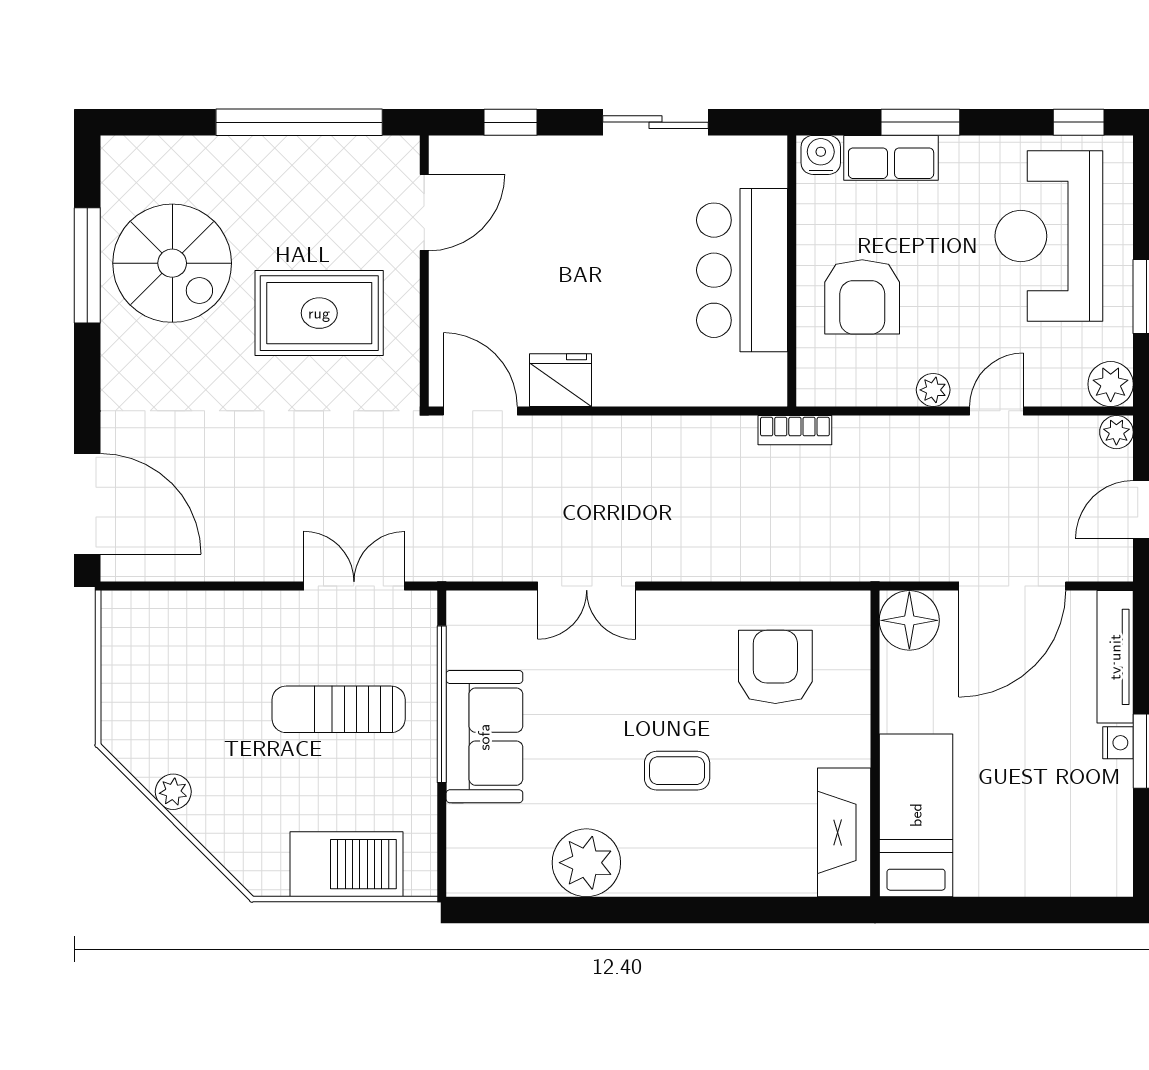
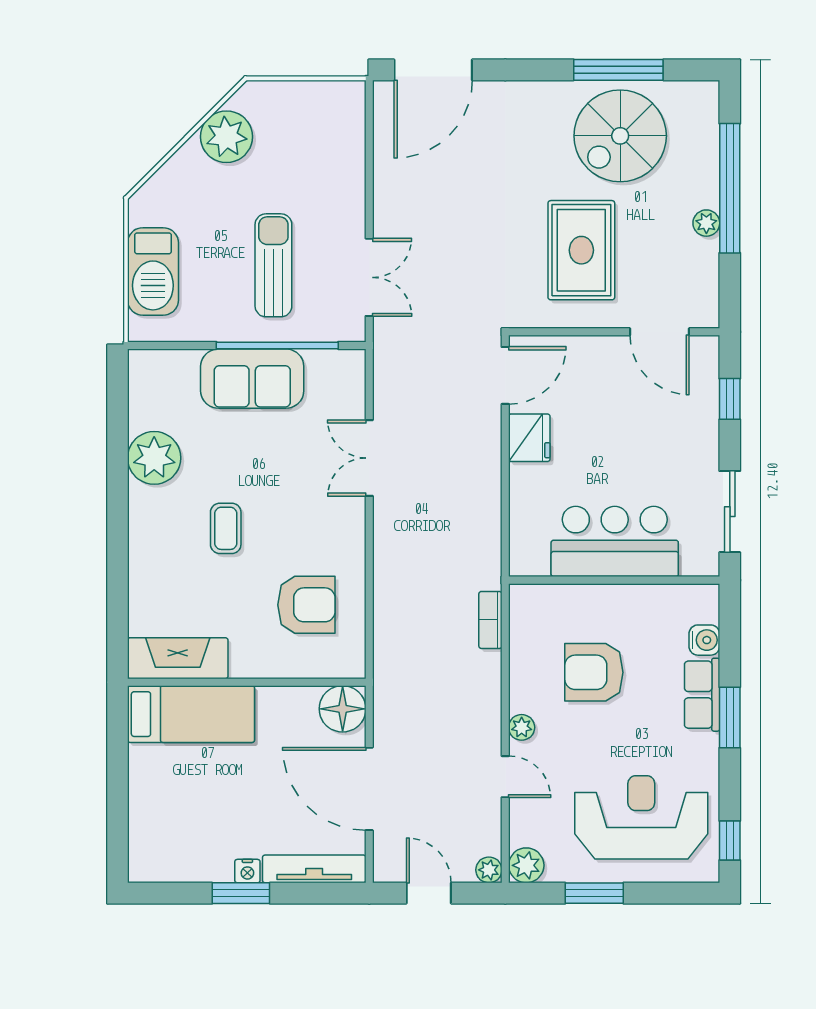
window: (299, 122) -> (730, 188), moved
plant: (284, 152) -> (706, 223), added
bar counter: (742, 270) -> (615, 541), moved
wall: (792, 271) -> (614, 580), moved
plant: (173, 792) -> (226, 137), width x1.88, depth x1.88

